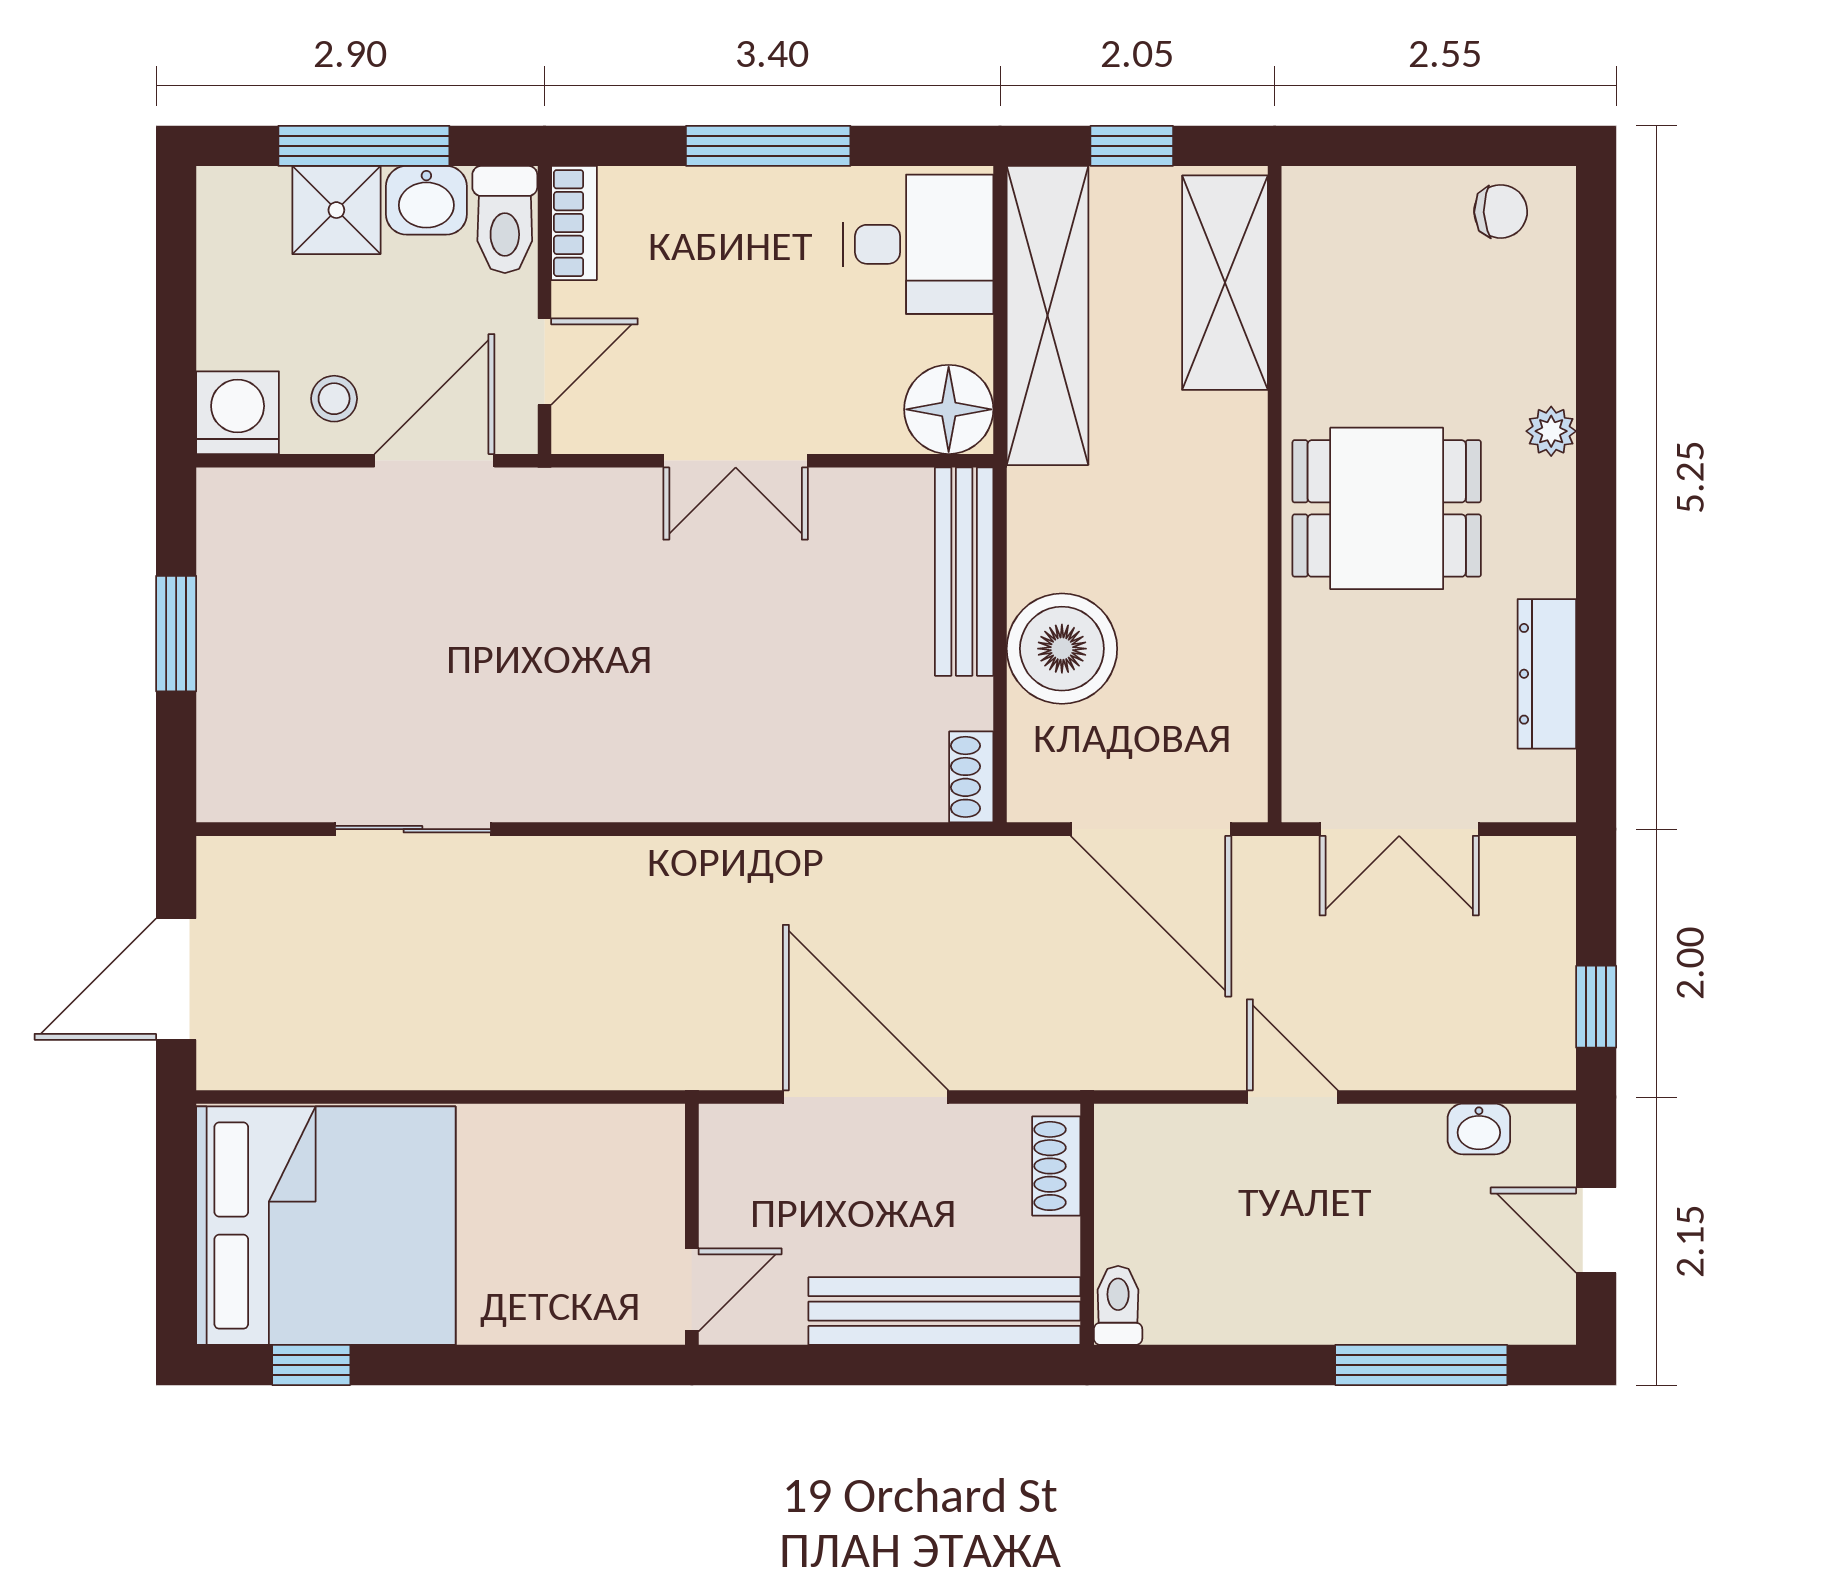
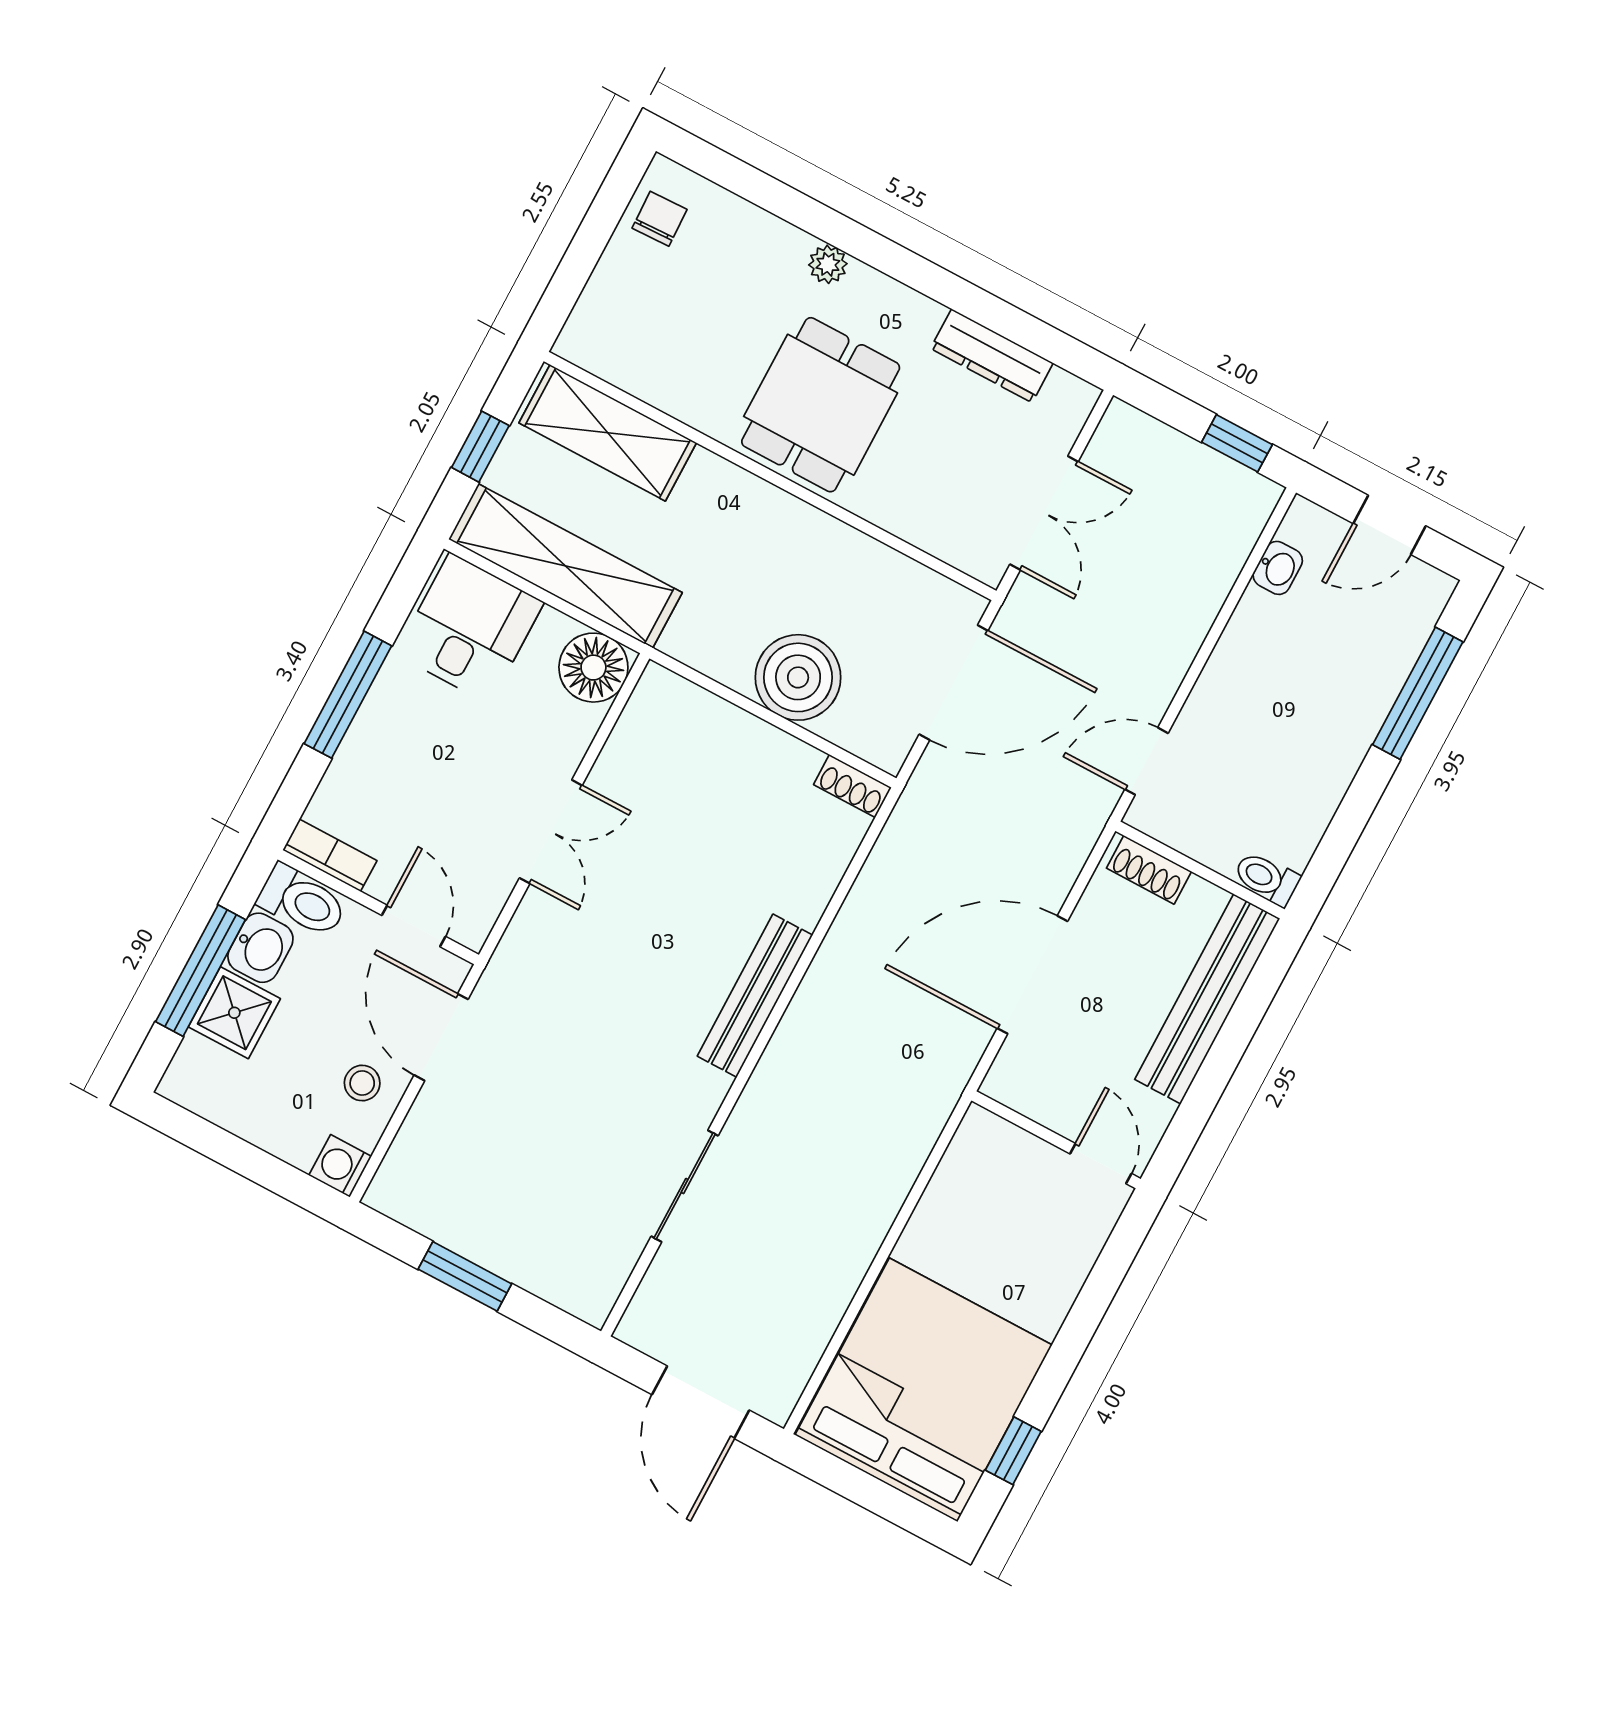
washing machine: (238, 413) -> (340, 1166), width x0.73, depth x0.73
bench: (964, 572) -> (755, 996), moved, turned 90
door: (1292, 1097) -> (1146, 761), moved

